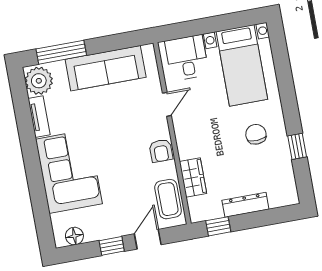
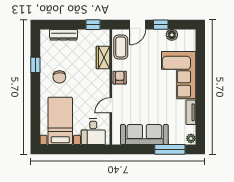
plant: (39, 81) -> (191, 138), width x0.53, depth x0.53
dresser: (245, 205) -> (64, 35), moved
floor lamp: (74, 236) -> (172, 35), moved

